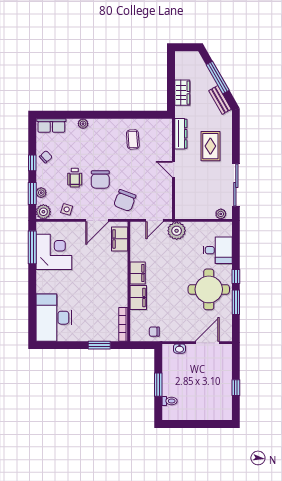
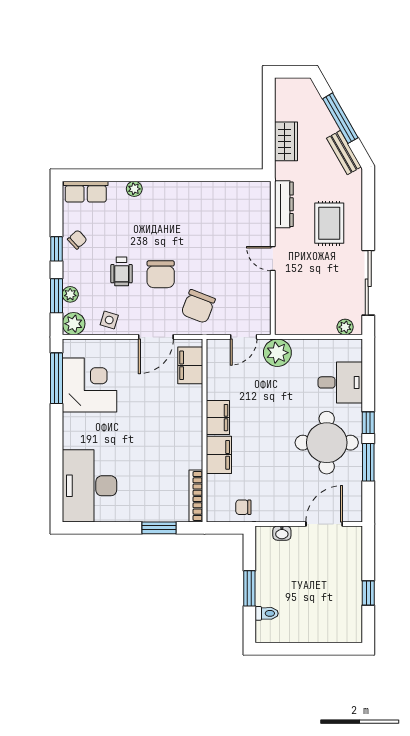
coffee table: (133, 139) -> (210, 213), removed

